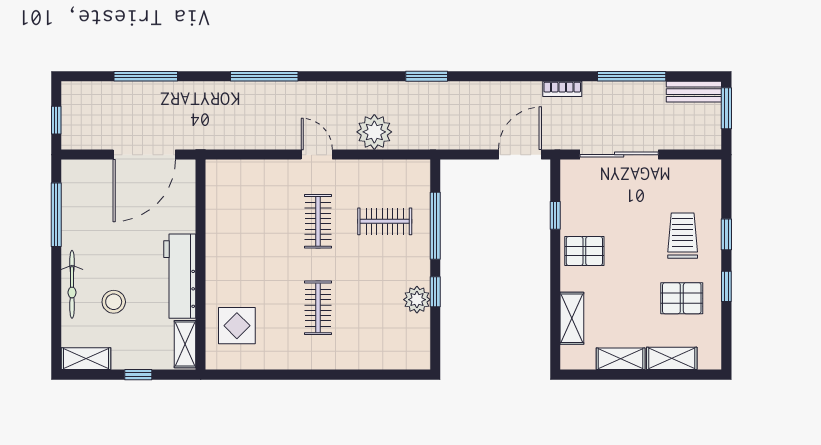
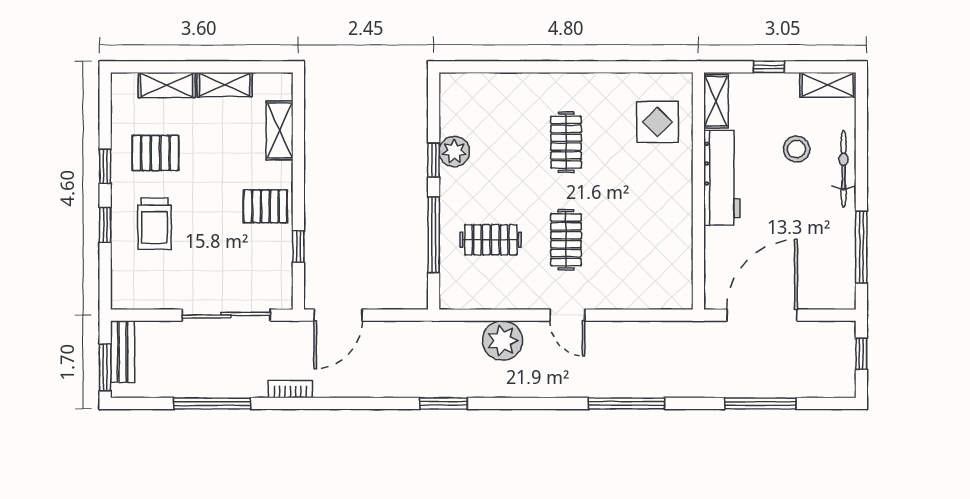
bench: (694, 92) -> (123, 352), moved, turned 90

